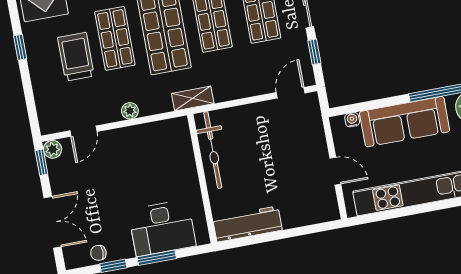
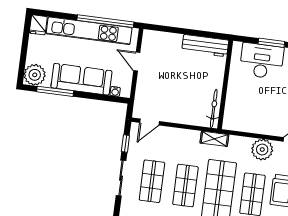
plant: (130, 111) -> (262, 150), width x1.87, depth x1.87
bicycle: (213, 150) -> (214, 108), width x0.73, depth x0.71
window: (397, 213) -> (105, 21), added

